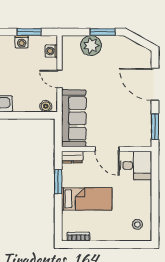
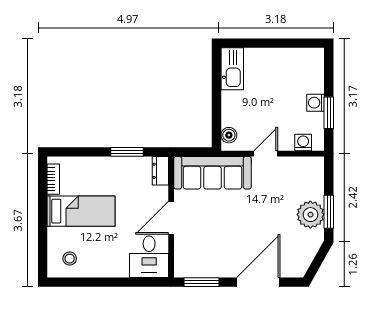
plant: (91, 46) -> (310, 215), moved
bed: (87, 199) -> (81, 211), moved, turned -90

